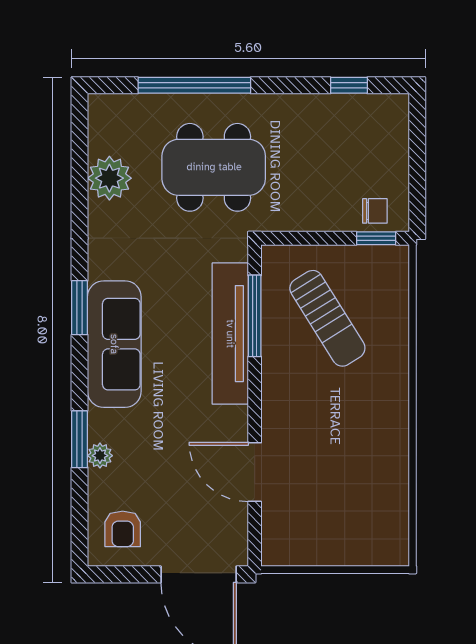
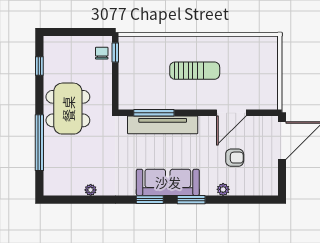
dining table: (214, 167) -> (68, 109), moved
plant: (109, 178) -> (91, 190), width x0.53, depth x0.53
sun lounger: (327, 318) -> (195, 71), moved, turned 32
window: (80, 439) -> (191, 200), moved
armchair: (123, 529) -> (235, 158), moved

